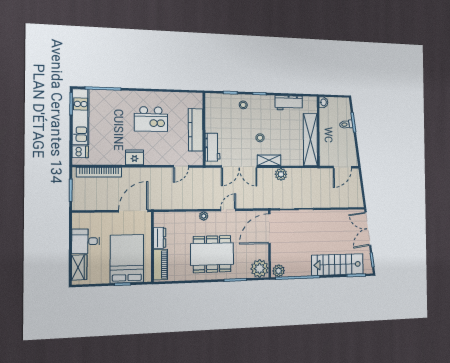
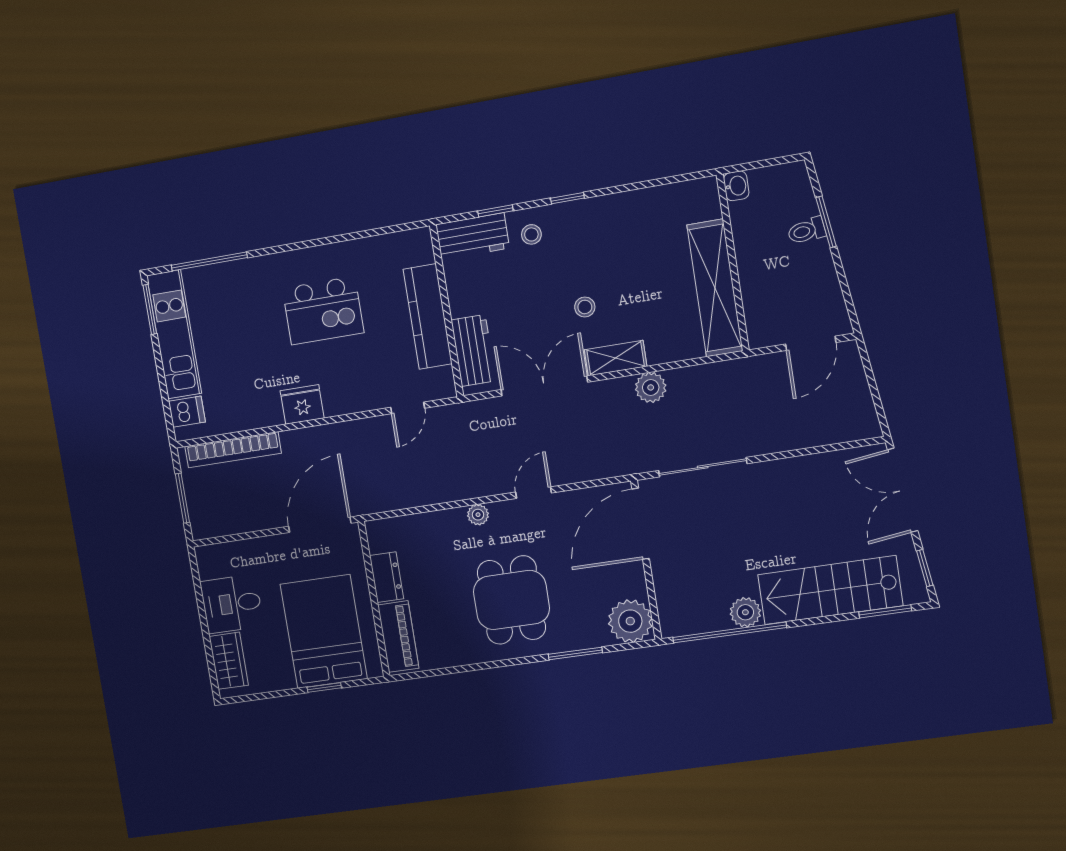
workbench: (289, 103) -> (472, 236), moved
double door: (239, 167) -> (544, 386), swing flipped
dining table: (212, 254) -> (511, 600), width x0.73
plant: (279, 271) -> (745, 612), moved

